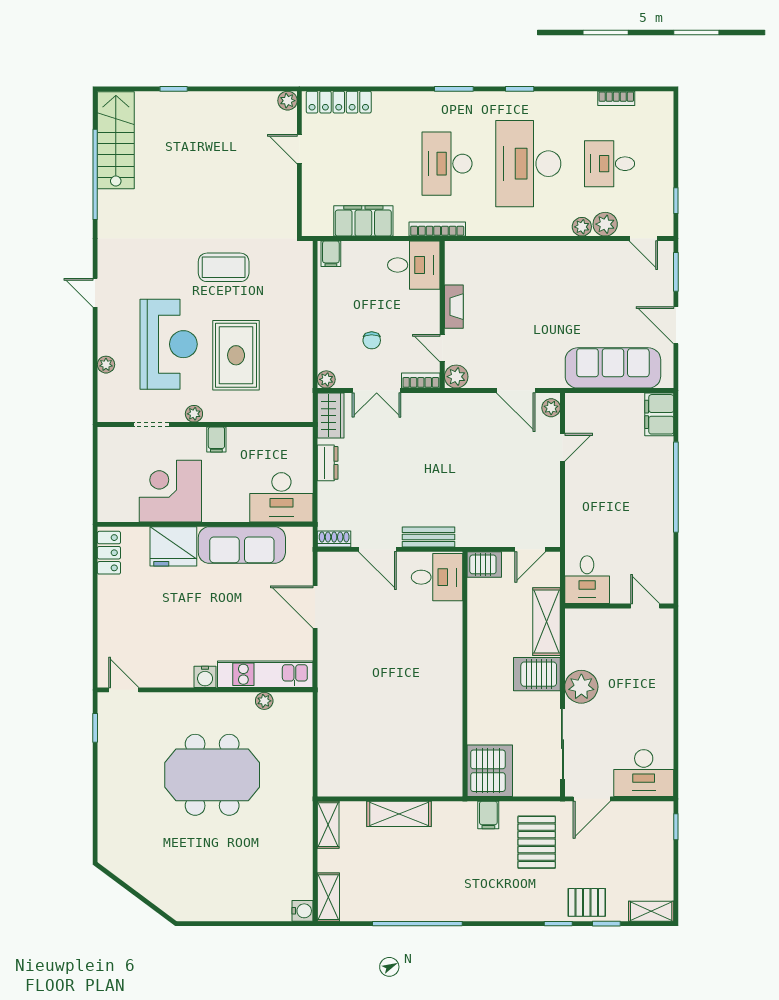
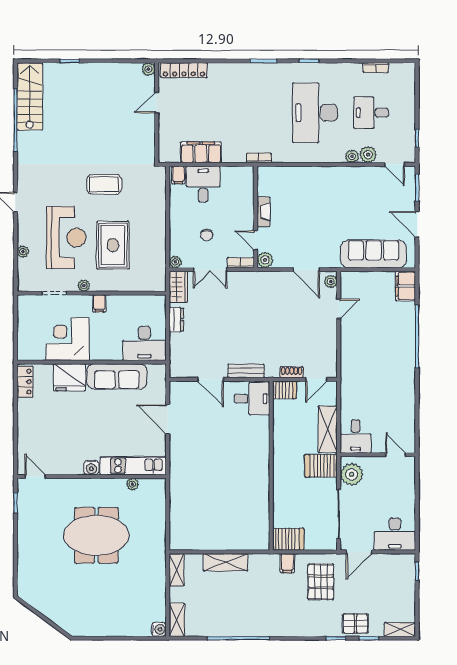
door: (299, 149) -> (157, 103), hinge flipped
desk: (447, 164) -> (259, 113), removed
bookcase: (437, 229) -> (259, 158), width x0.64
desk: (414, 265) -> (203, 184), moved, turned -90
shoe rack: (334, 539) -> (292, 372), moved
desk: (587, 580) -> (356, 436), moved
wall: (619, 606) -> (378, 455), moved
door: (645, 606) -> (396, 455), moved
server rack: (490, 771) -> (288, 539), width x0.62

